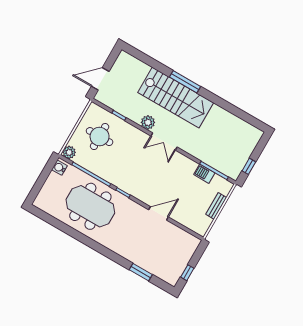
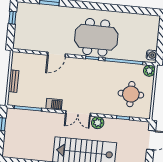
double door: (164, 141) -> (78, 113), swing flipped
barbecue: (204, 174) -> (54, 104), moved
meeting table: (90, 206) -> (96, 37), moved

